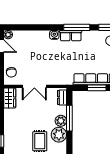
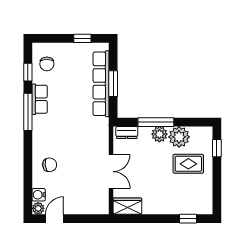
water cooler: (54, 35) -> (39, 195), moved
row of seats: (71, 36) -> (40, 99), moved
chair: (11, 72) -> (50, 165), moved

